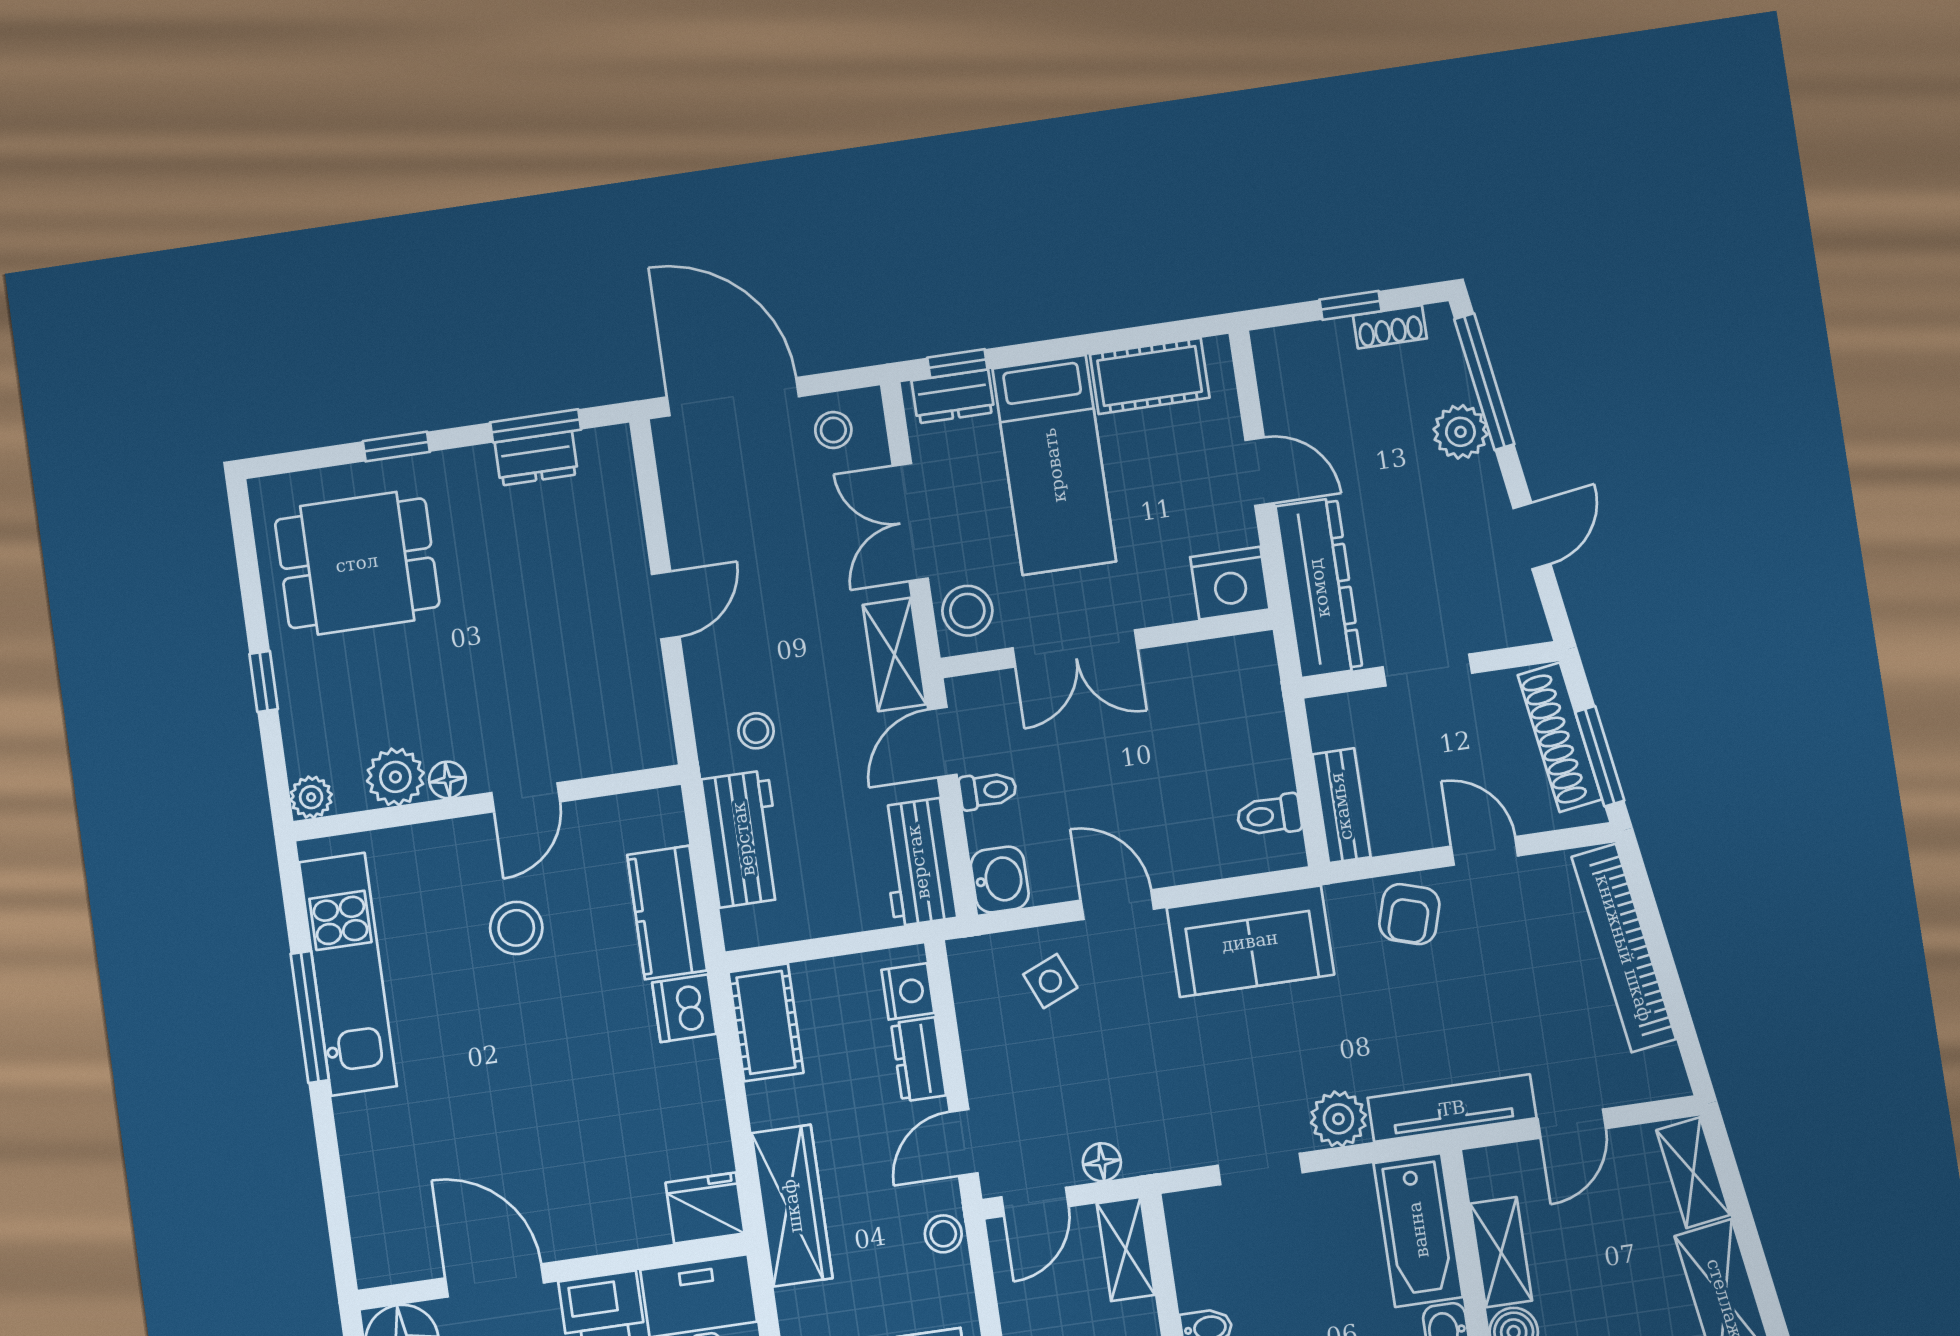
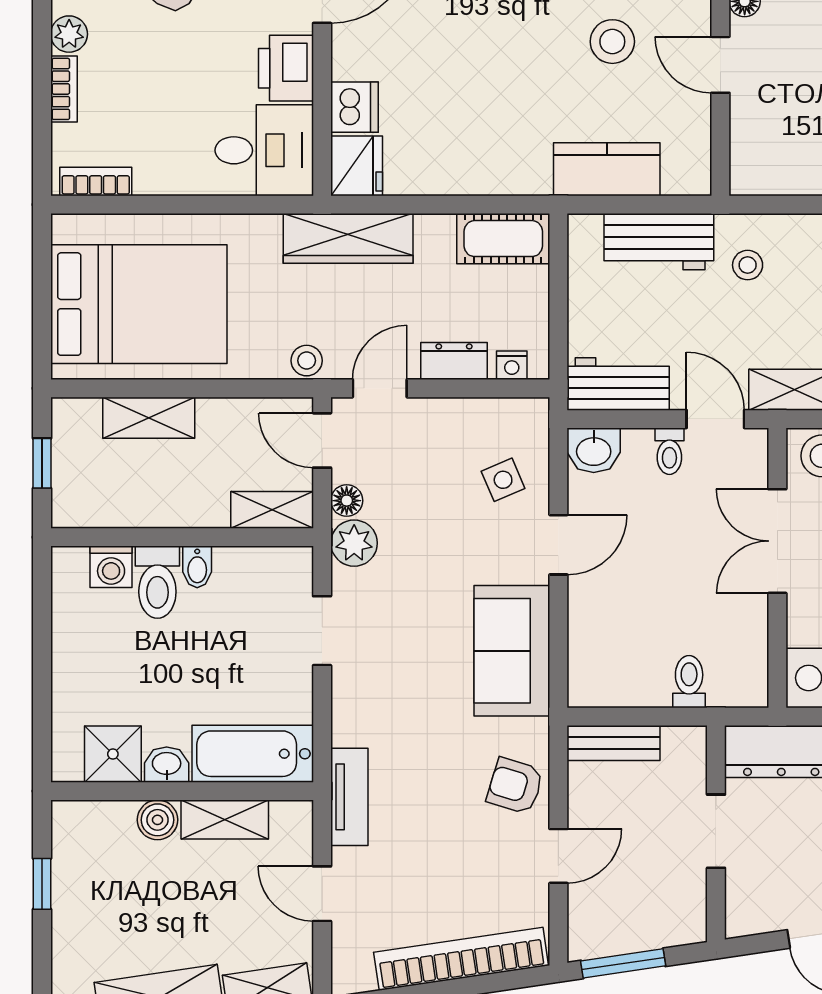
shoe rack: (1560, 737) -> (644, 933), removed
toilet: (1269, 815) -> (689, 682), moved
nightstand: (908, 991) -> (512, 365), width x0.72, depth x0.74
dishwasher: (684, 1008) -> (355, 107), moved, turned 90
tv unit: (1452, 1108) -> (349, 797), width x0.71
plant: (1338, 1119) -> (354, 543), moved
door: (964, 1142) -> (380, 388), hinge flipped

